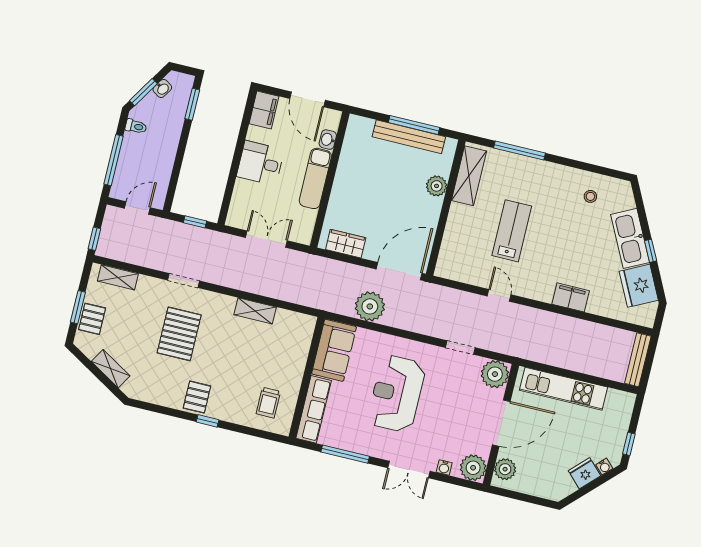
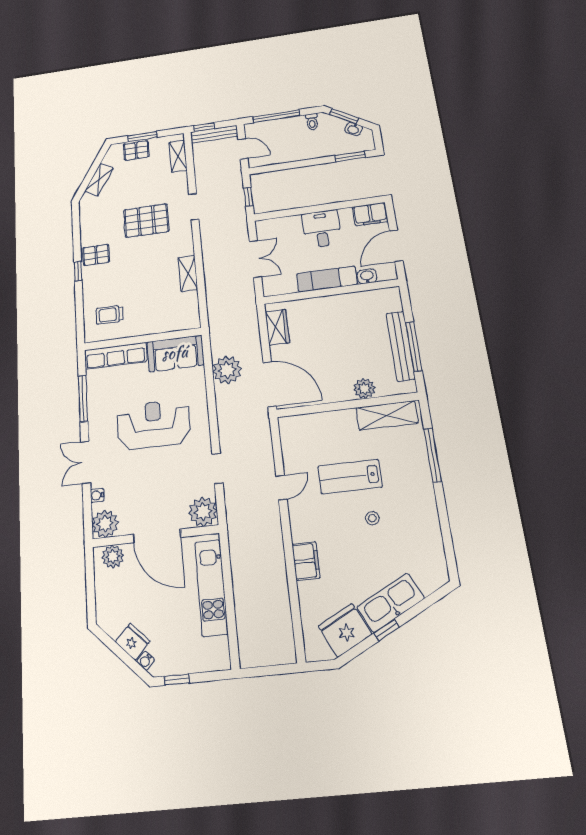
stool: (590, 196) -> (372, 518), moved
lab bench: (512, 231) -> (350, 477), turned 180
bench: (638, 360) -> (214, 134), moved

